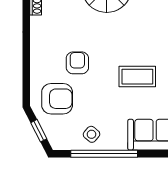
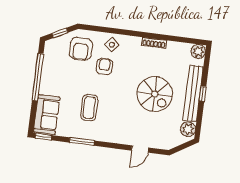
armchair: (77, 63) -> (104, 66), turned -89
side table: (91, 134) -> (112, 45), moved

